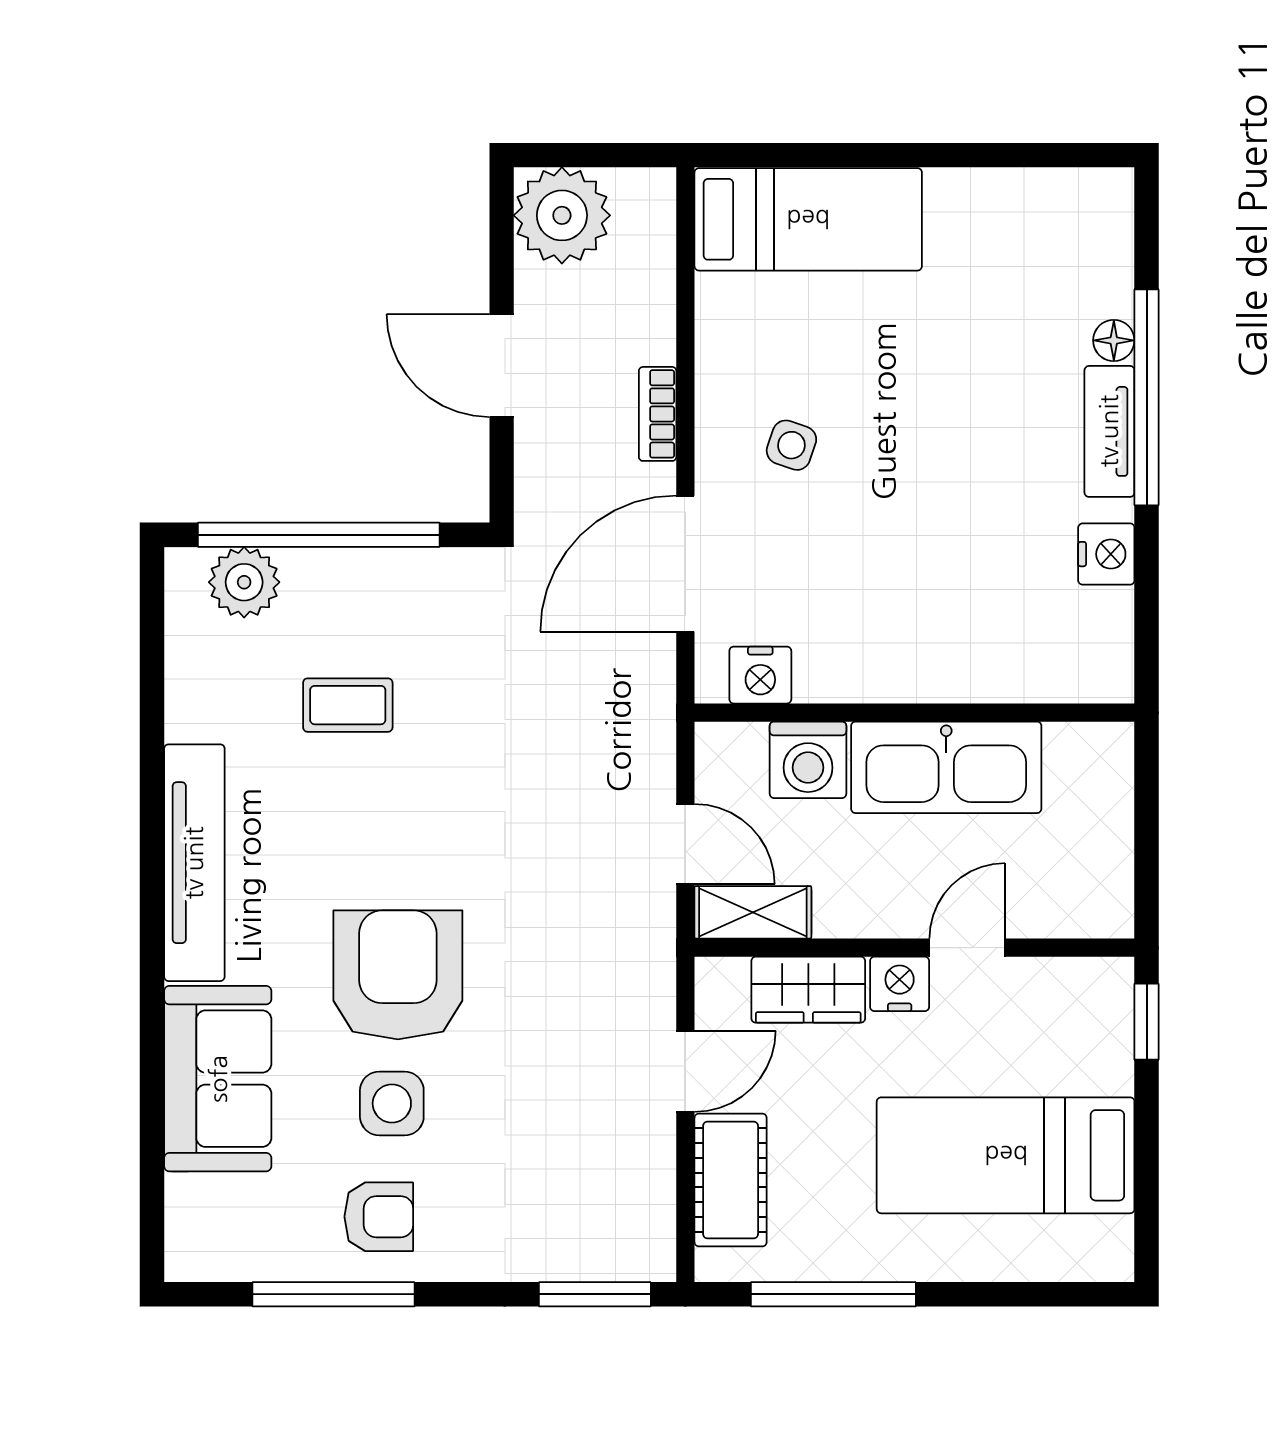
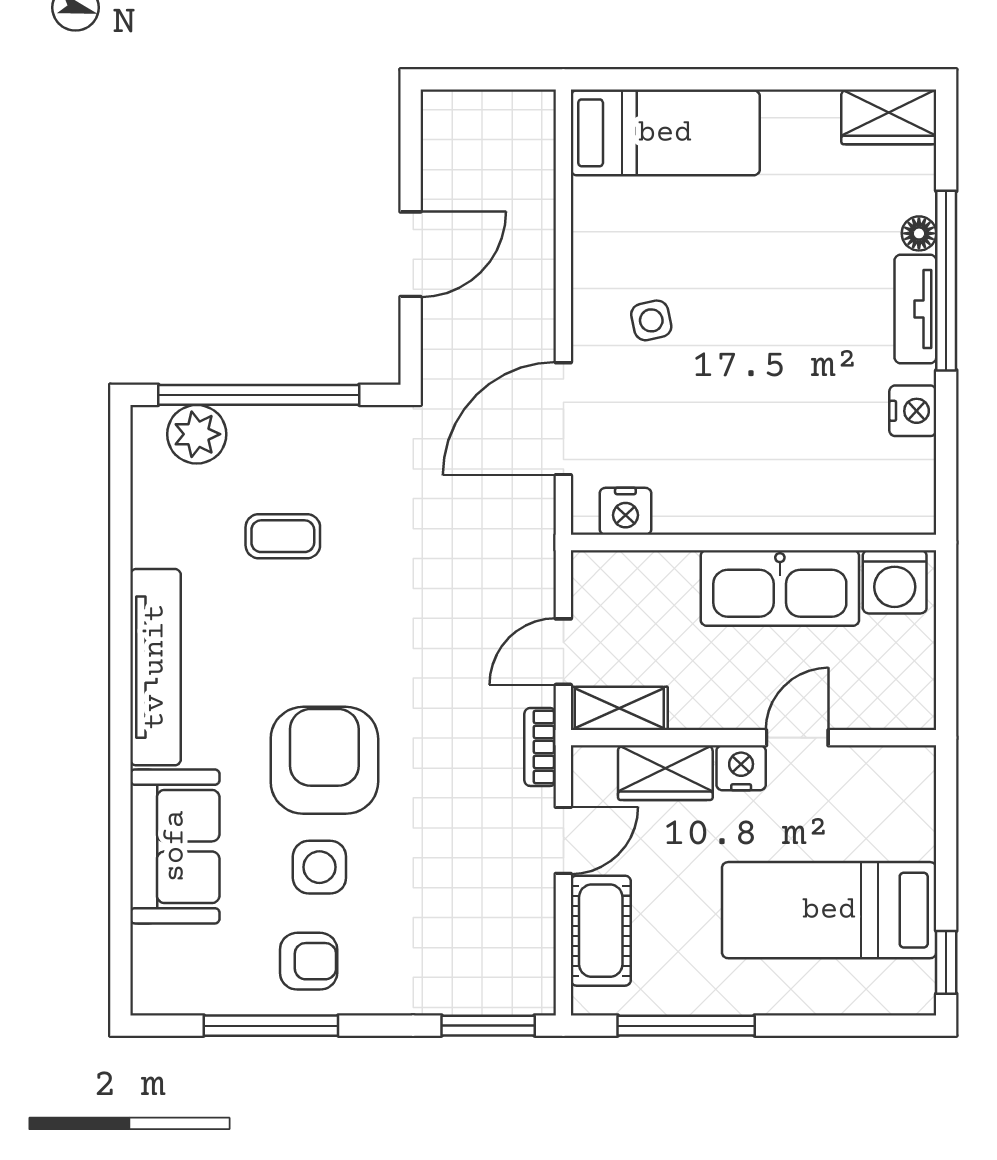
wardrobe: (1077, 200) -> (889, 117), added
plant: (562, 215) -> (461, 130), removed
door: (502, 366) -> (411, 254), swing flipped
bookcase: (658, 414) -> (540, 747), moved
side table: (791, 445) -> (651, 320), turned -31
washing machine: (808, 760) -> (895, 582), moved
door: (685, 844) -> (563, 652), swing flipped
window: (1147, 1022) -> (946, 962), moved

